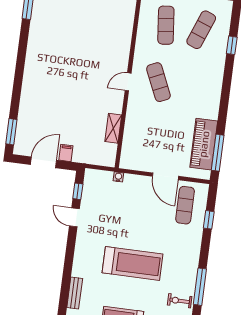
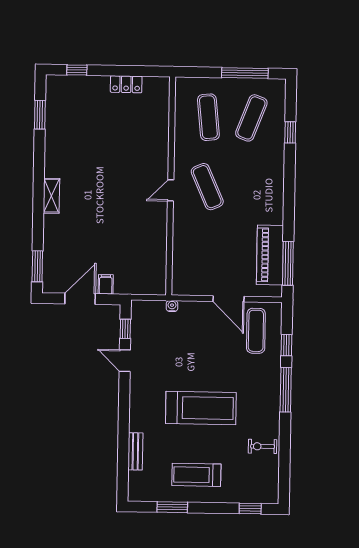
shelving: (113, 128) -> (51, 196), moved
window: (200, 287) -> (286, 390), moved

